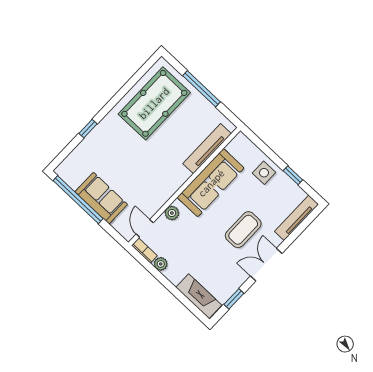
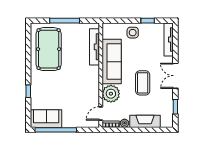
sofa: (101, 198) -> (46, 119), moved
plant: (172, 213) -> (111, 94), width x1.87, depth x1.87
door: (145, 228) -> (101, 113), hinge flipped
coffee table: (243, 230) -> (143, 83), moved
fireplace: (199, 296) -> (145, 121), moved

